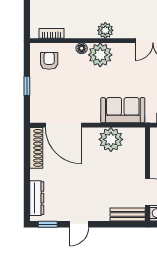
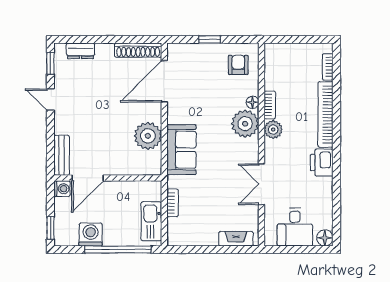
bookcase: (52, 33) -> (270, 105), moved
armchair: (49, 61) -> (238, 65), turned -90
dresser: (37, 198) -> (80, 51), width x0.70

